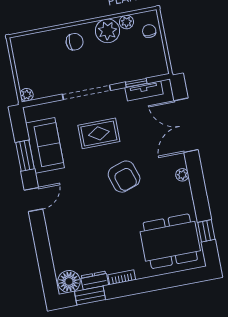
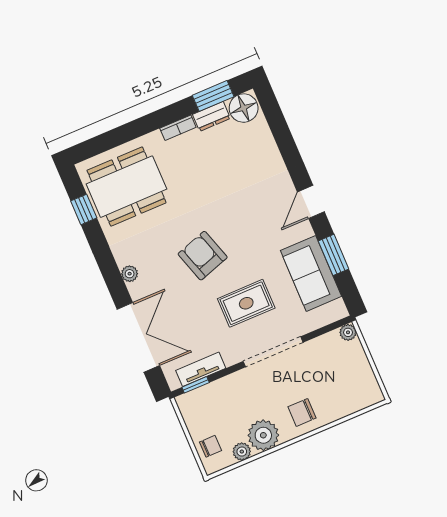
chair: (149, 31) -> (211, 446), turned -90
window: (136, 83) -> (196, 385), moved

